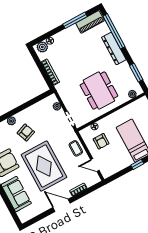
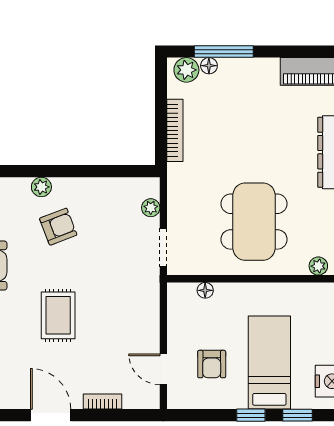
window: (75, 20) -> (224, 52), moved
armchair: (101, 141) -> (212, 364), moved
coffee table: (76, 148) -> (143, 314), removed
rug: (44, 166) -> (58, 315), width x0.54, depth x0.49

